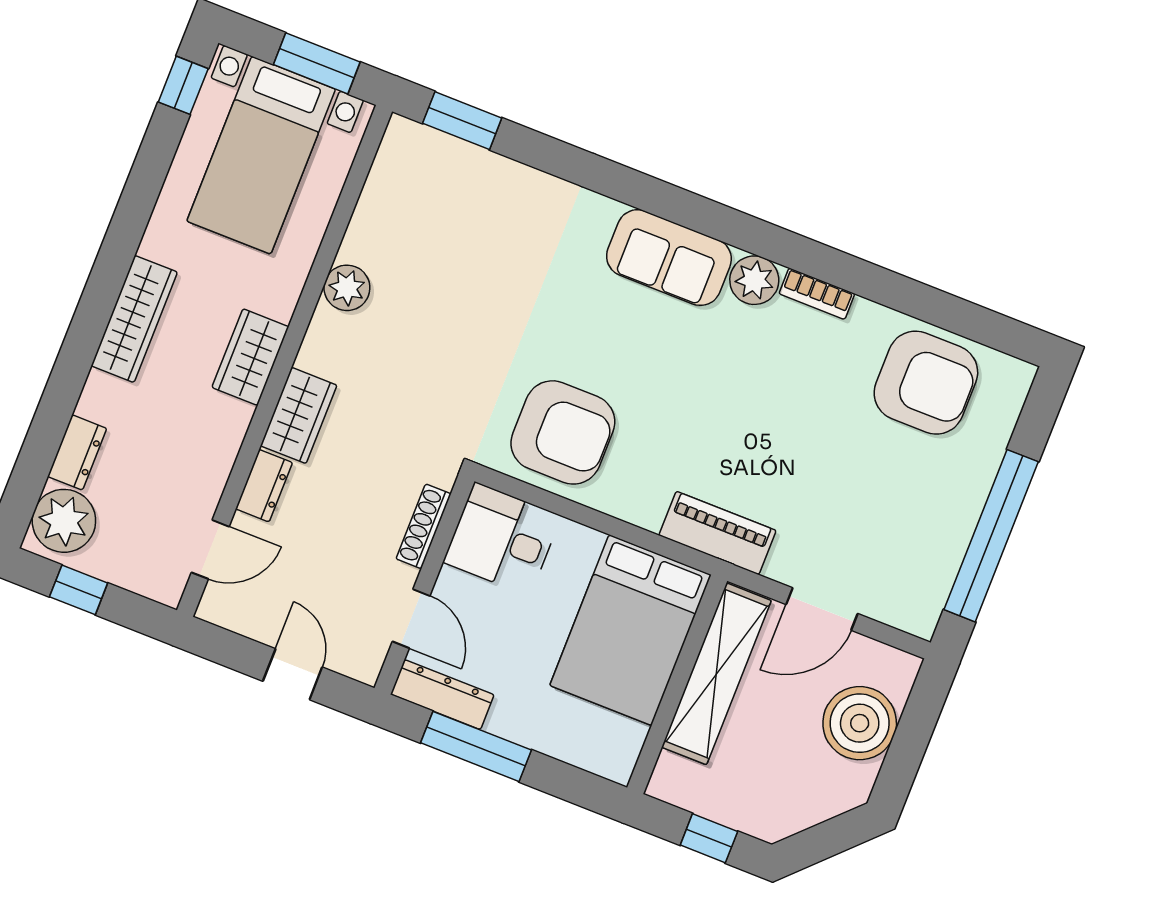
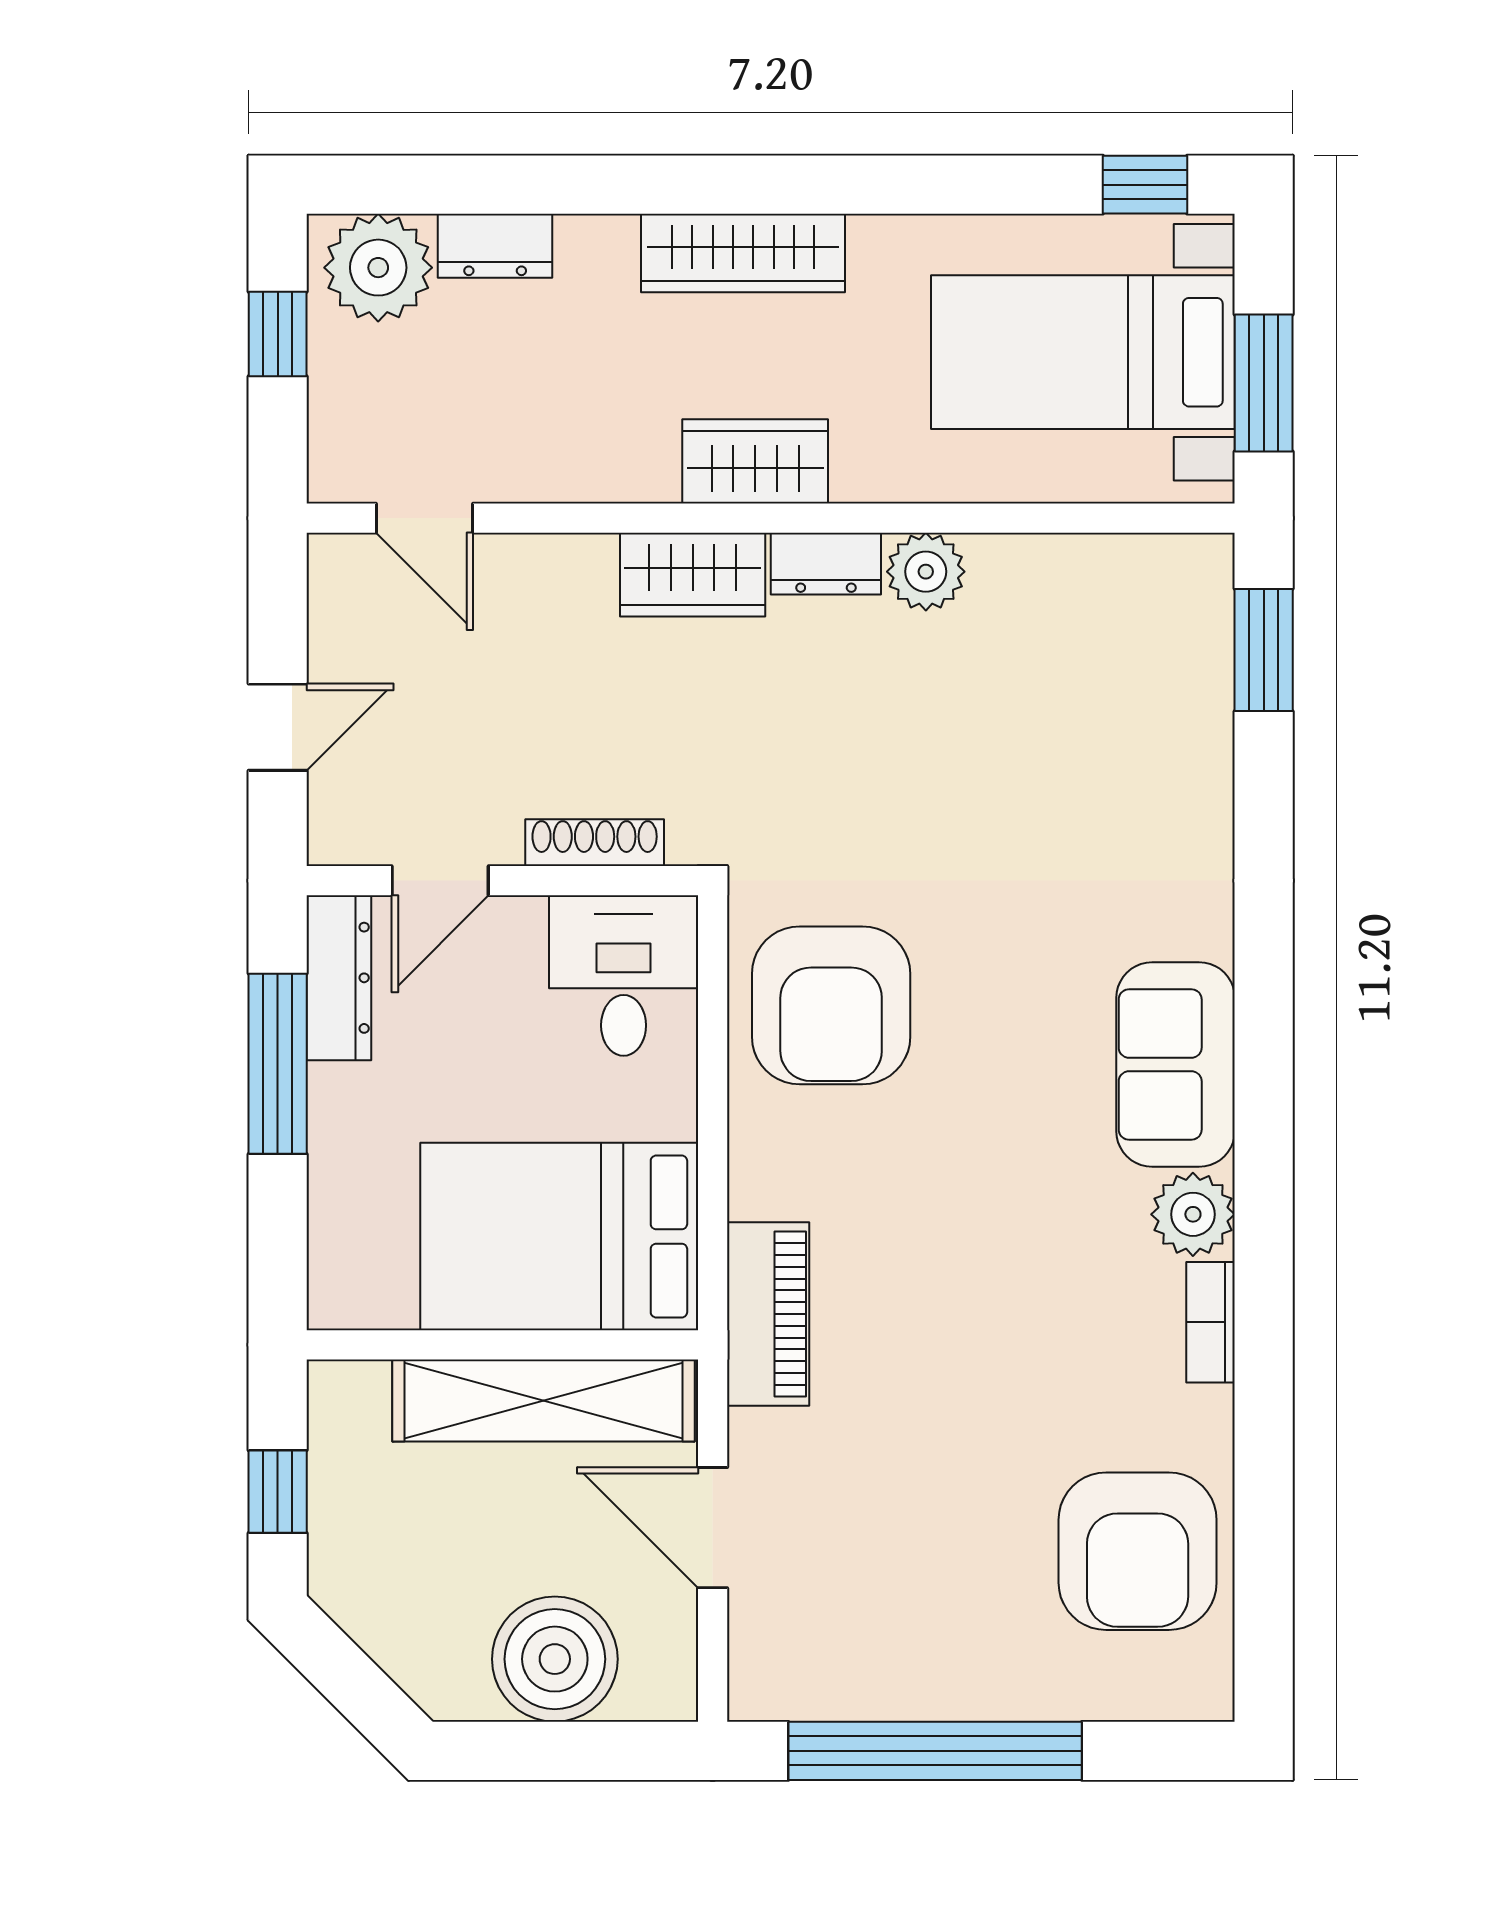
dresser: (264, 486) -> (826, 564), moved

